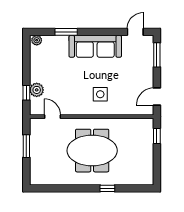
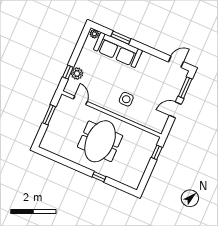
sofa: (95, 46) -> (118, 50), moved
door: (157, 97) -> (175, 110), moved
meeting table: (92, 151) -> (100, 141), turned 90

